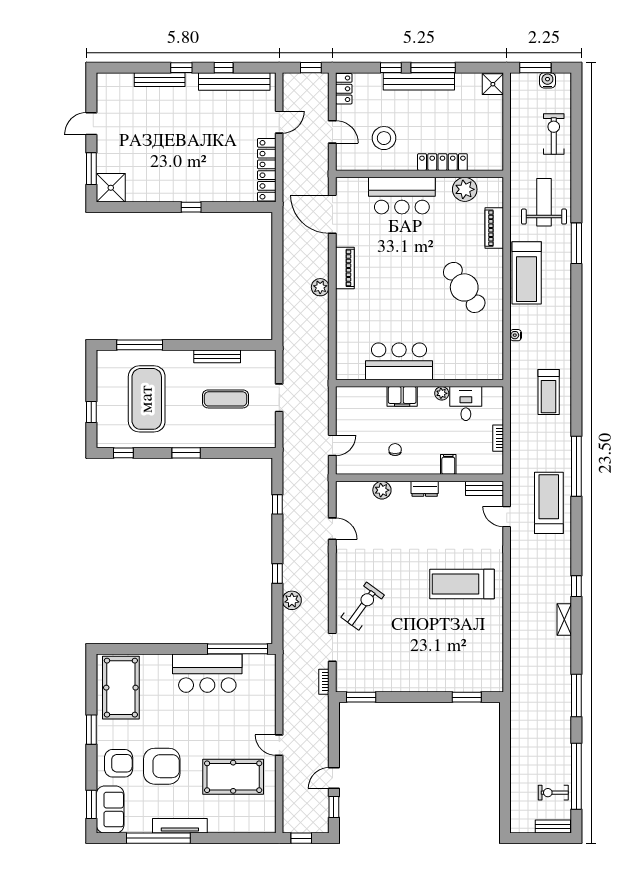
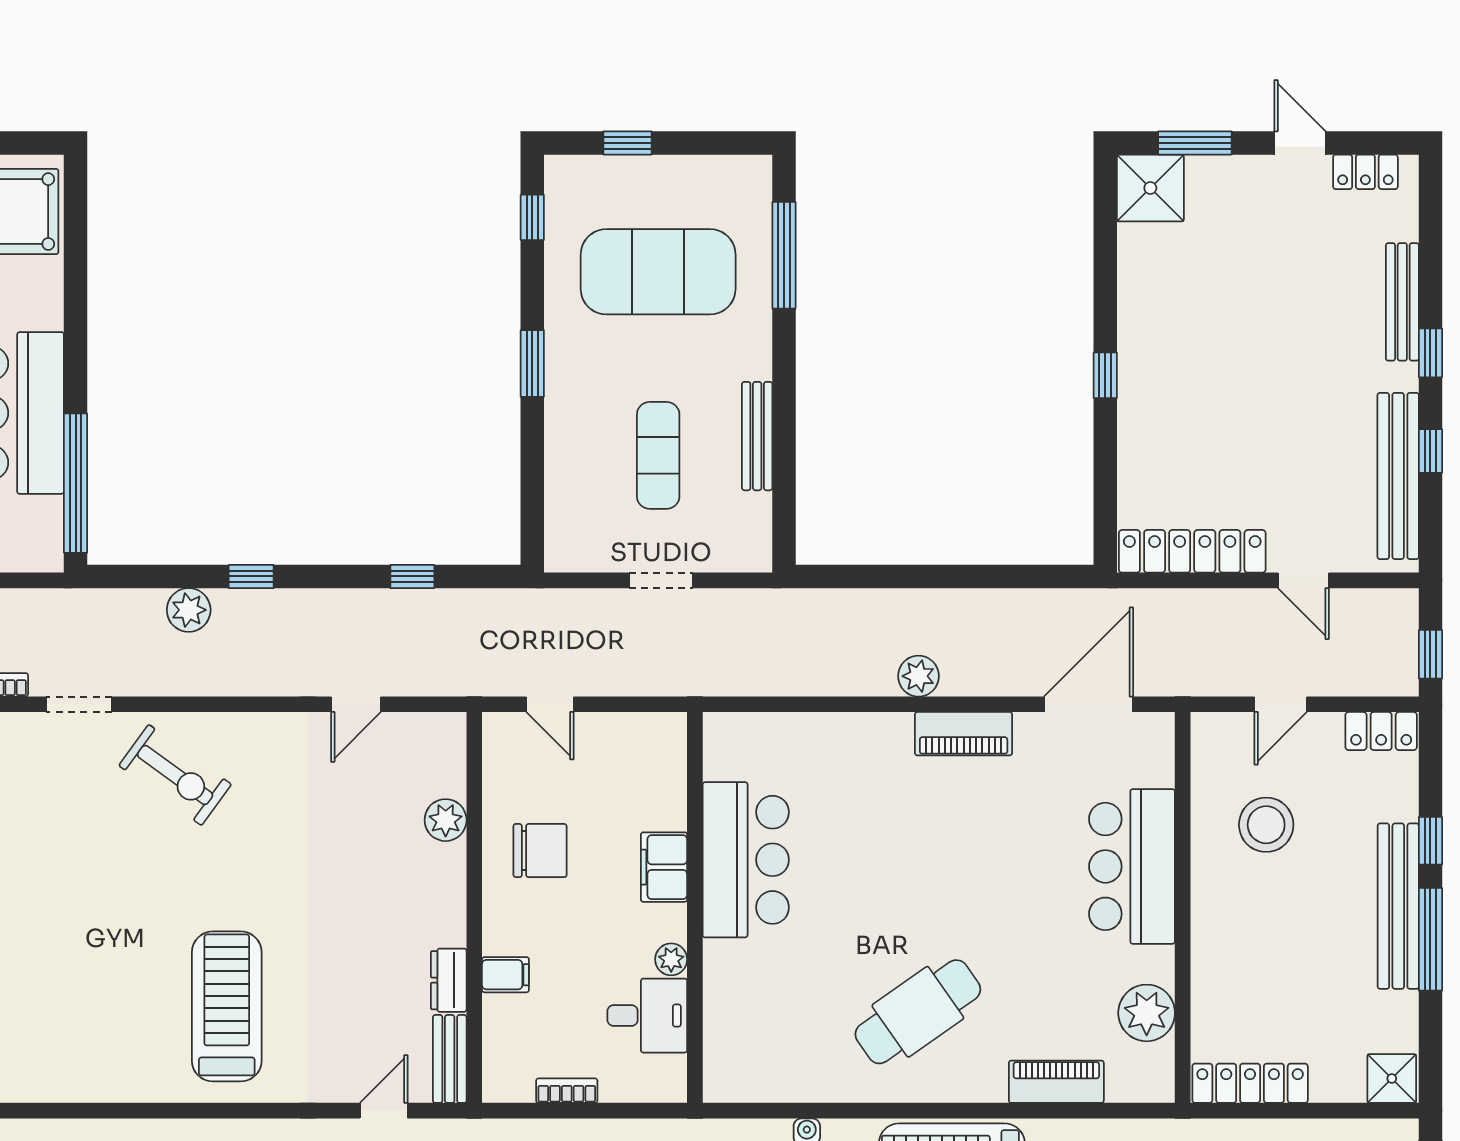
locker: (104, 95) -> (1365, 172), added
locker: (442, 162) -> (1250, 1083), moved, turned -90
chair: (395, 450) -> (540, 851), width x1.87, depth x1.87
dresser: (425, 489) -> (449, 980), moved

